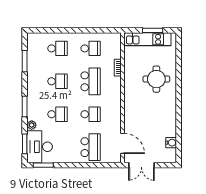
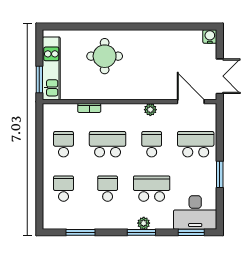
window: (153, 30) -> (39, 80), moved
plant: (116, 113) -> (150, 110), added
school desk: (57, 114) -> (152, 189), width x1.85
plant: (32, 125) -> (144, 223), moved
door: (122, 143) -> (191, 102), hinge flipped
water cooler: (171, 143) -> (210, 36), moved
window: (43, 165) -> (220, 174), moved

